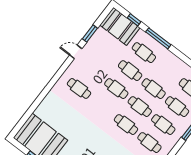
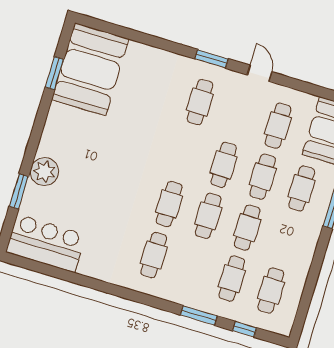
window: (90, 34) -> (212, 59), moved
cafe table: (163, 125) -> (278, 126), moved

